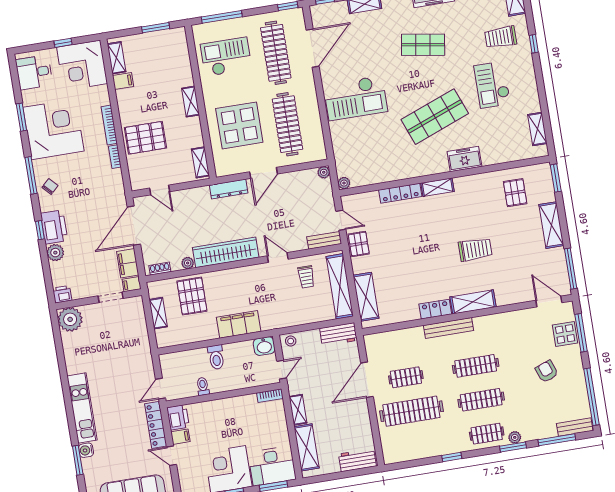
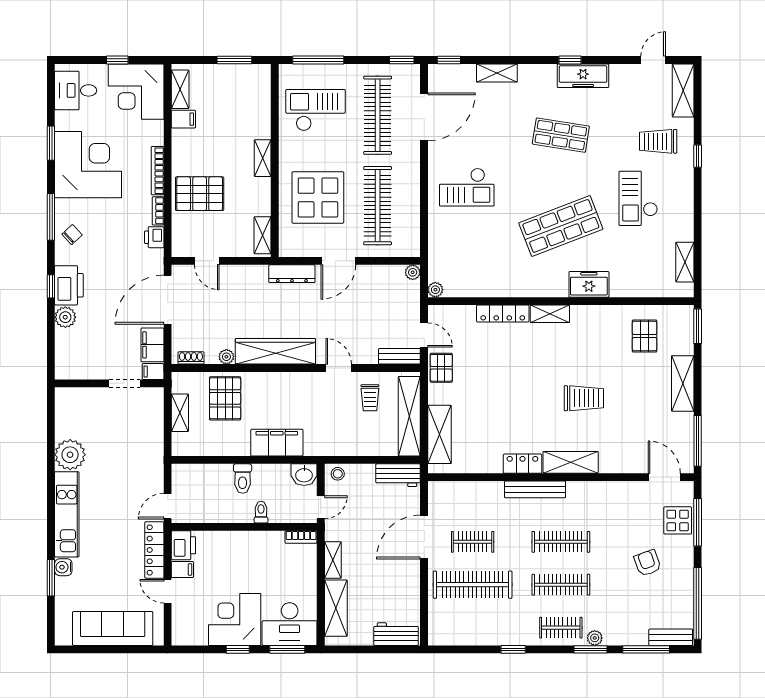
checkout: (355, 98) -> (467, 187), width x0.73, depth x0.83
printer: (62, 294) -> (154, 237), moved, turned -90
plant: (70, 319) -> (70, 455), moved
toilet: (203, 386) -> (261, 512), moved

